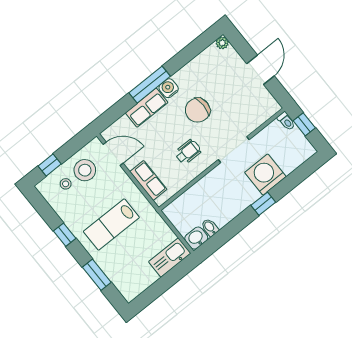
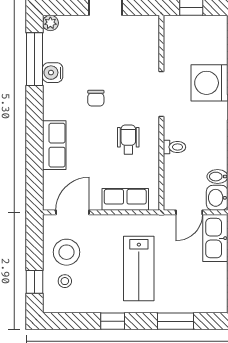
window: (150, 85) -> (34, 59), moved
water cooler: (169, 88) -> (53, 73), moved
chair: (198, 110) -> (96, 98), width x0.54, depth x0.54
toilet: (286, 121) -> (174, 147), moved
door: (173, 228) -> (189, 212), added

